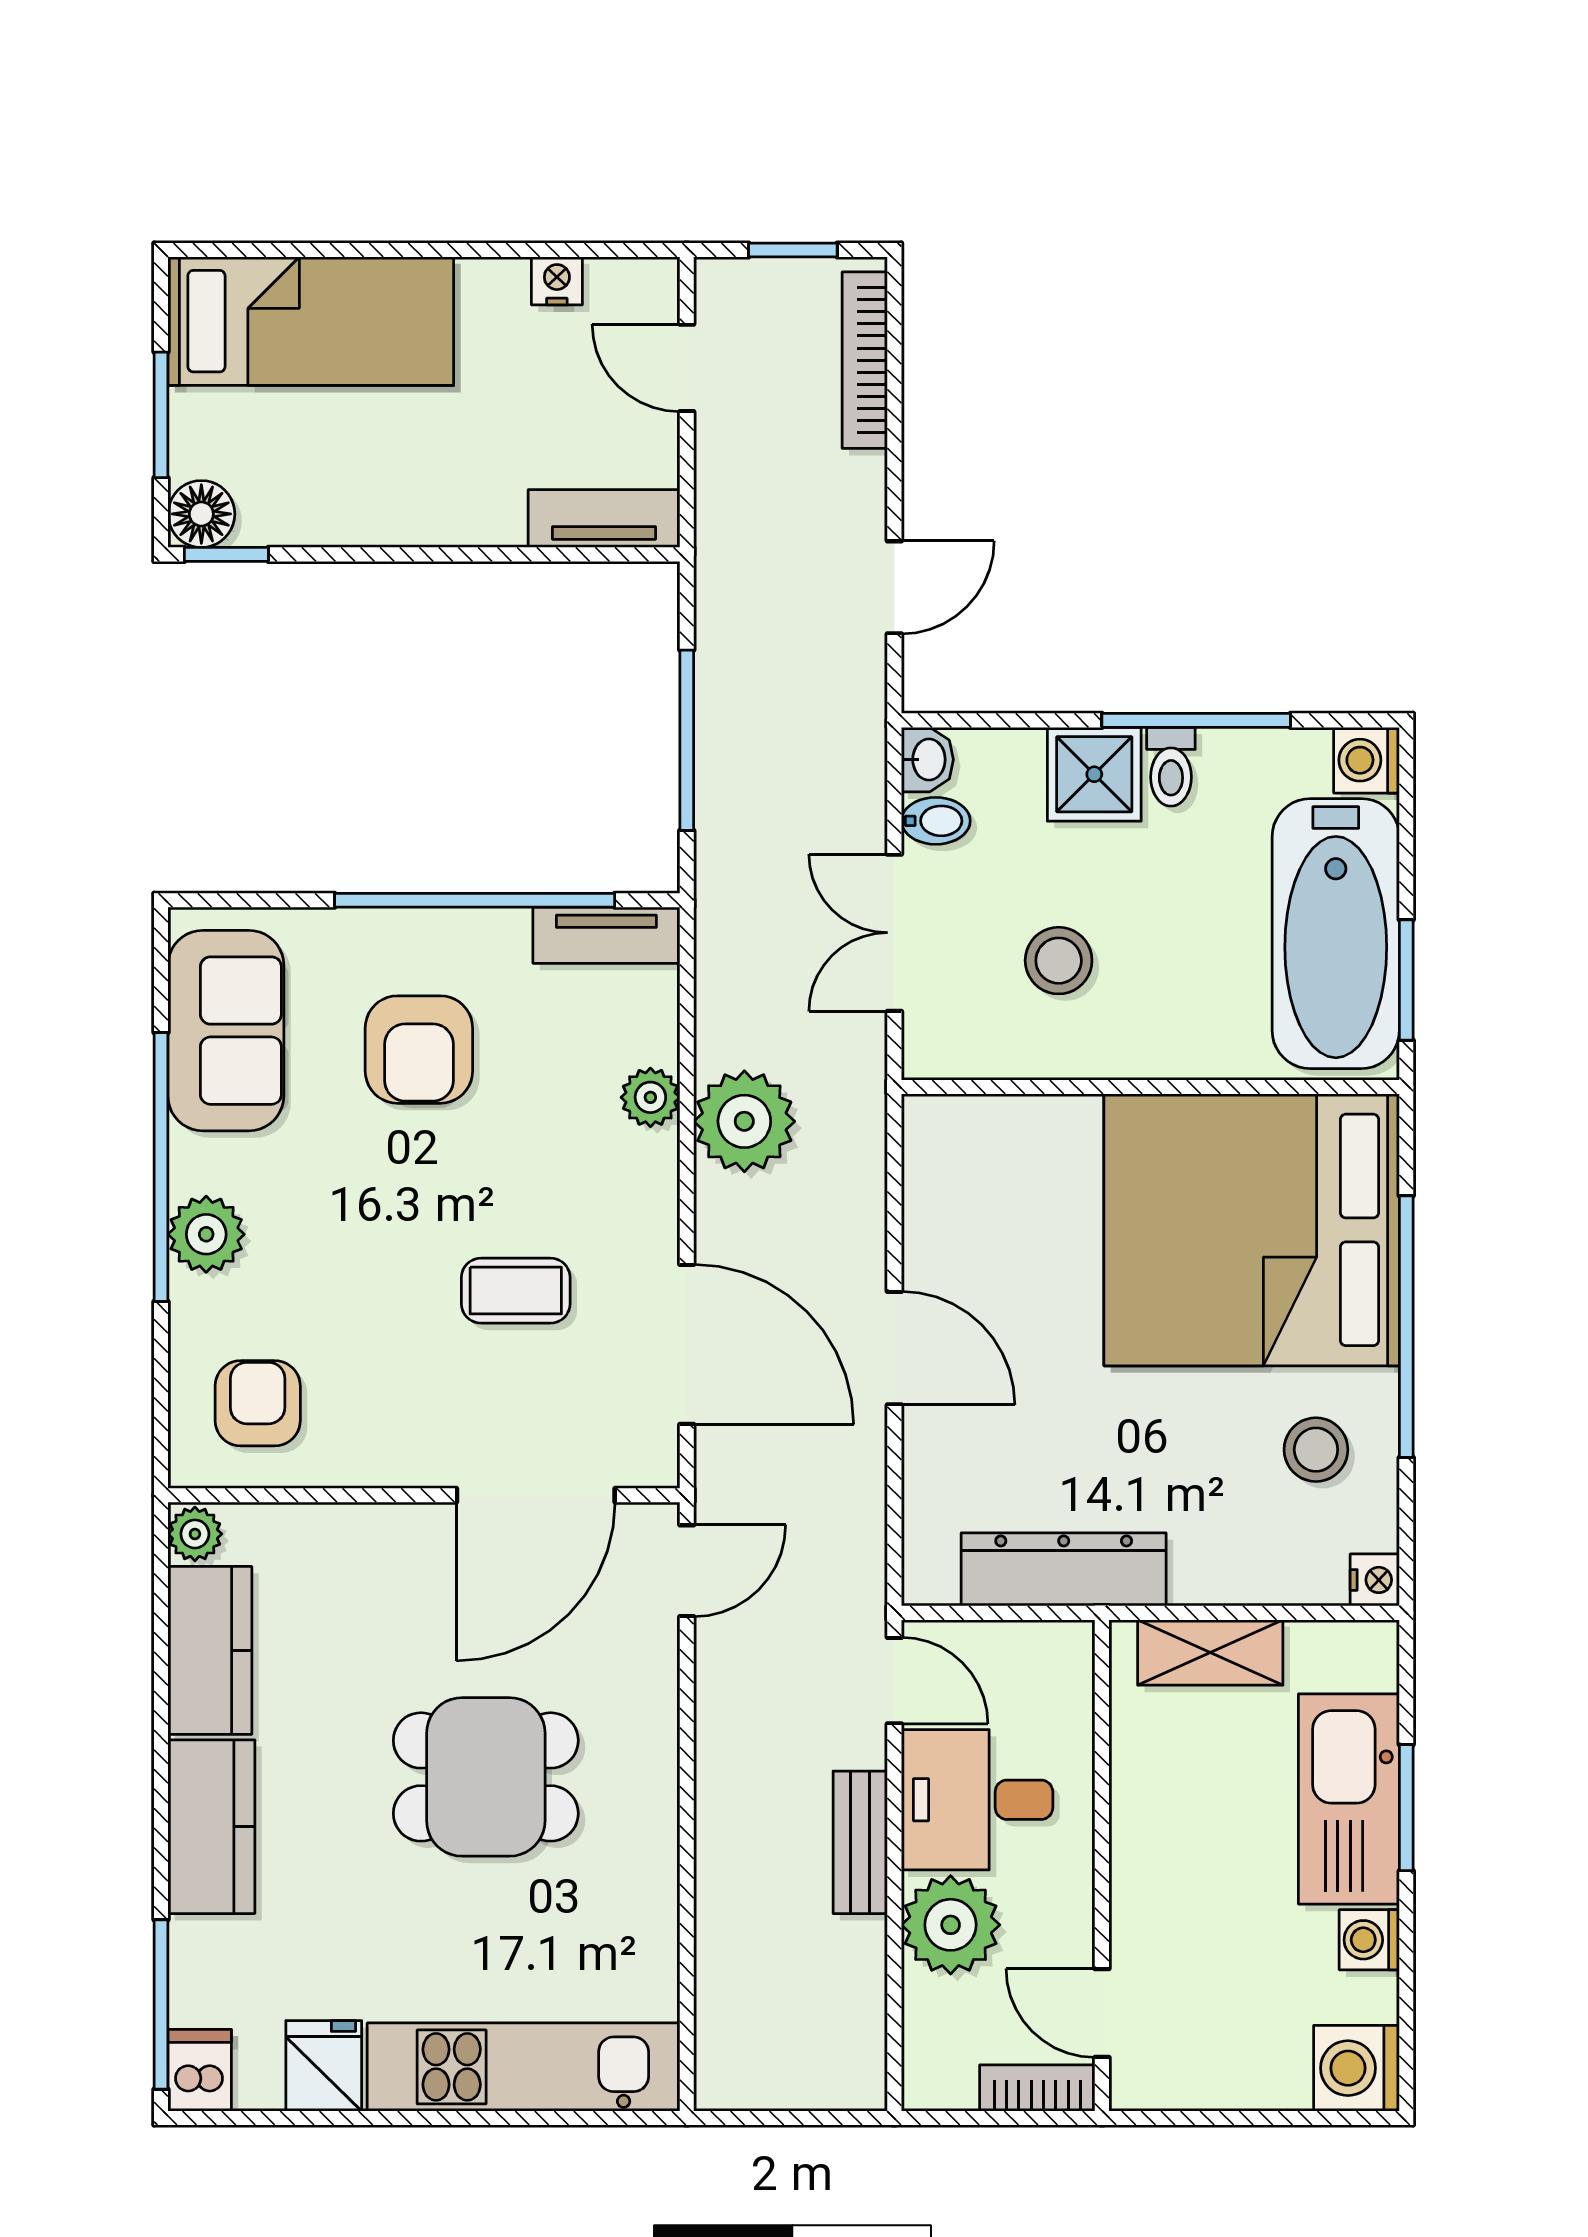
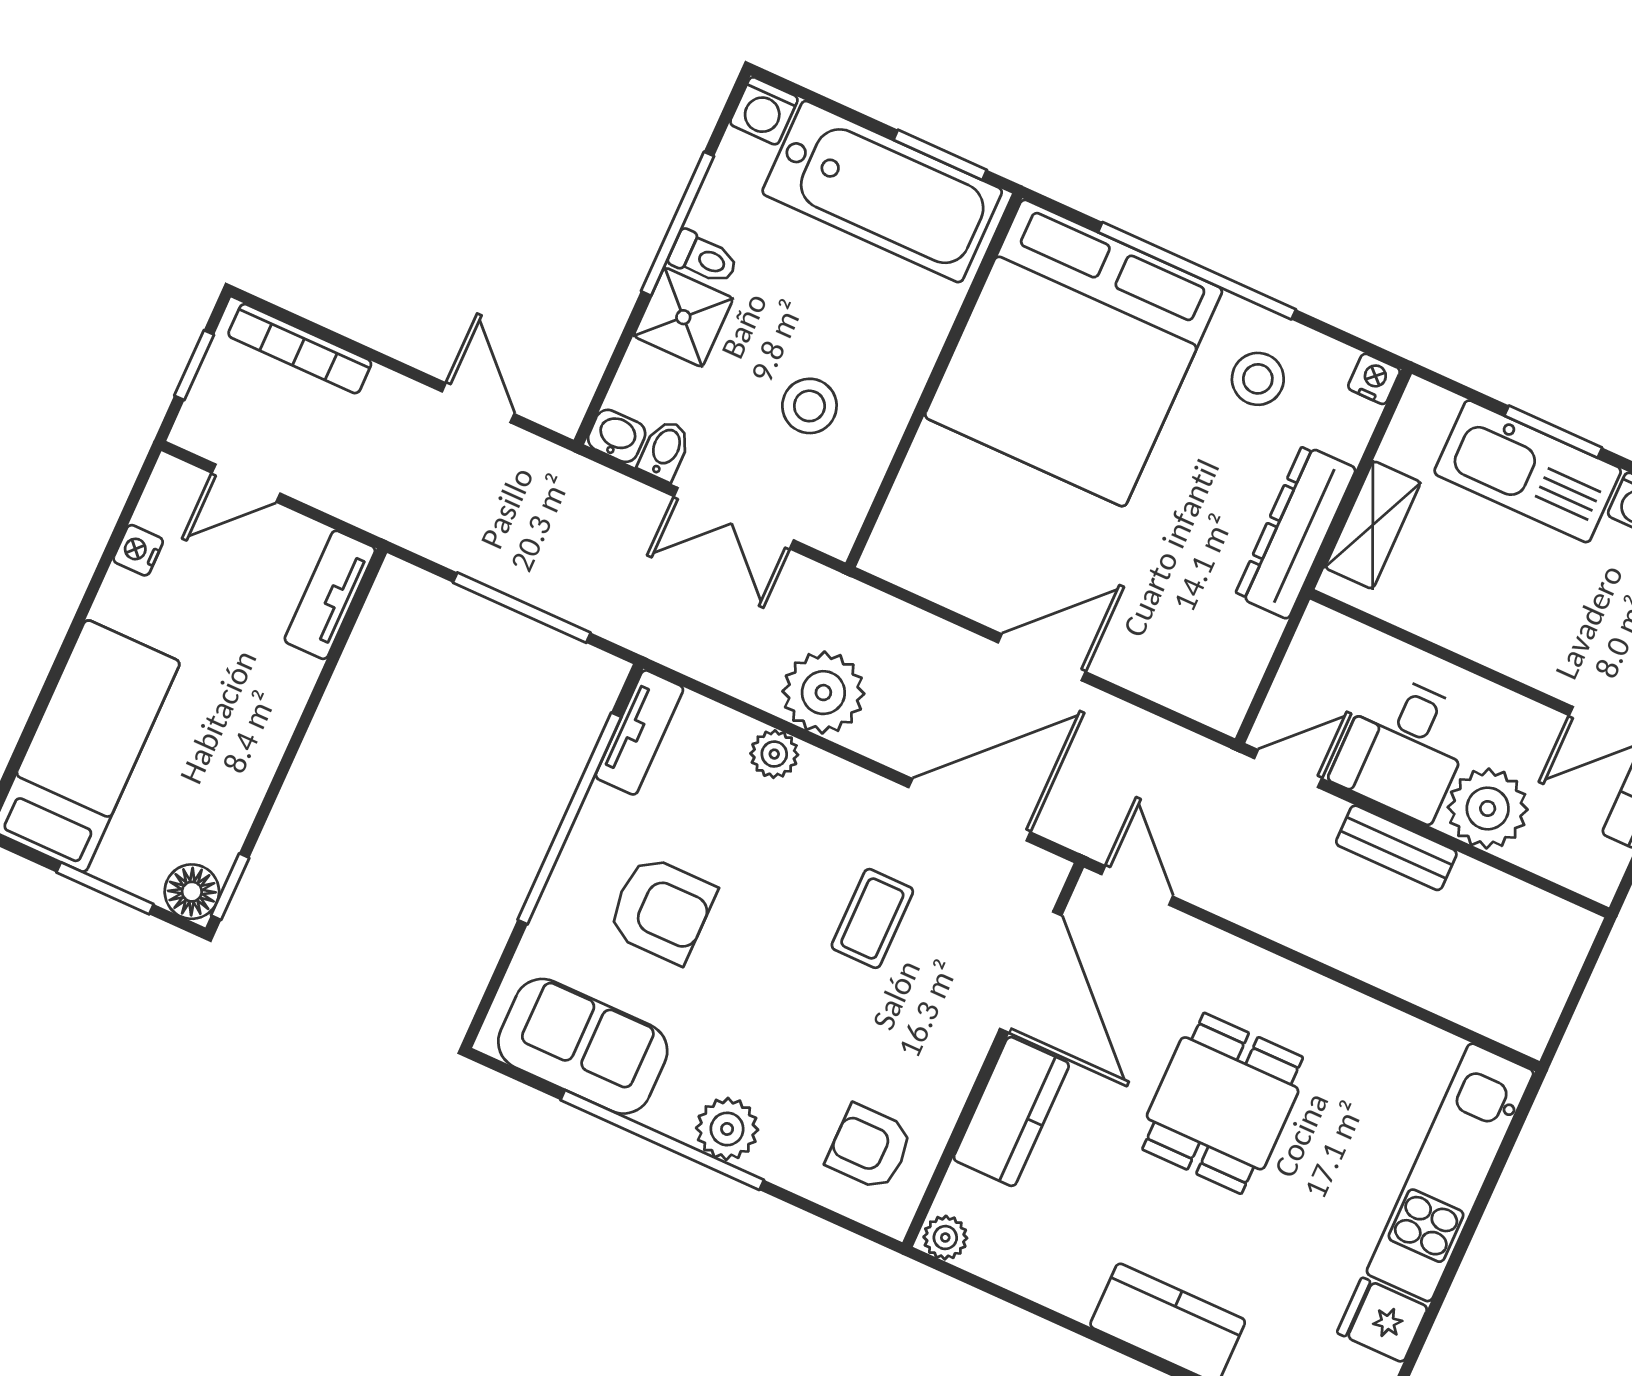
dresser: (1064, 1569) -> (1296, 532), moved
kitchen counter: (210, 1650) -> (1011, 1111), moved, turned 90

